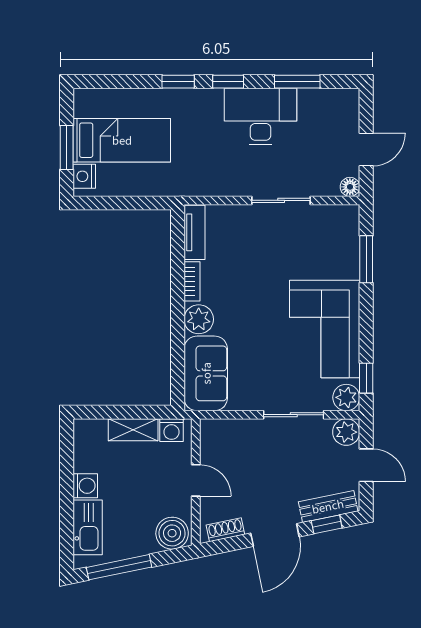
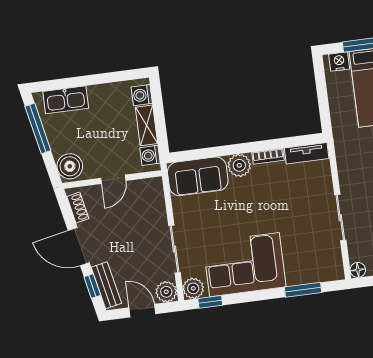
door: (366, 465) -> (142, 311), swing flipped
washing machine: (85, 486) -> (142, 95), moved, turned 90

